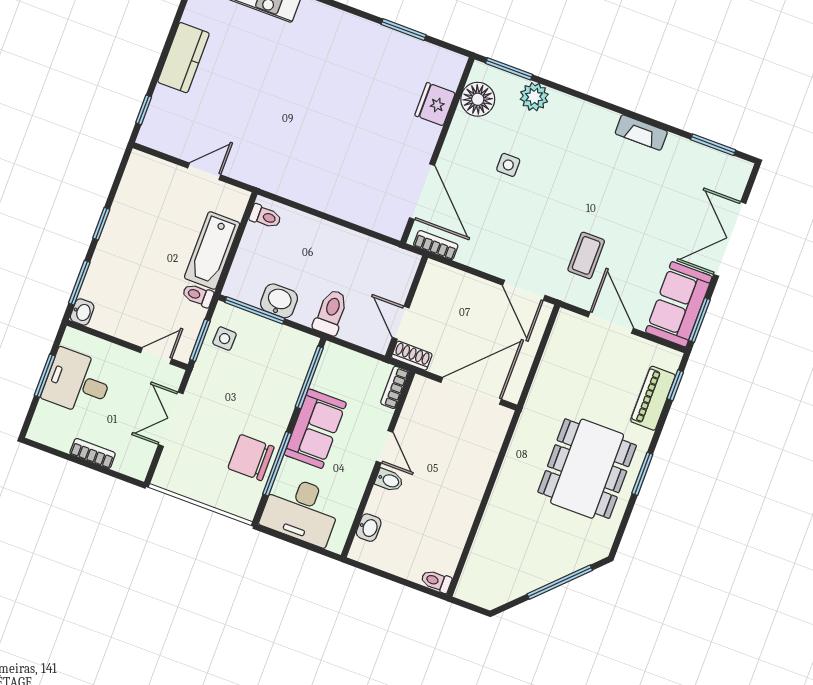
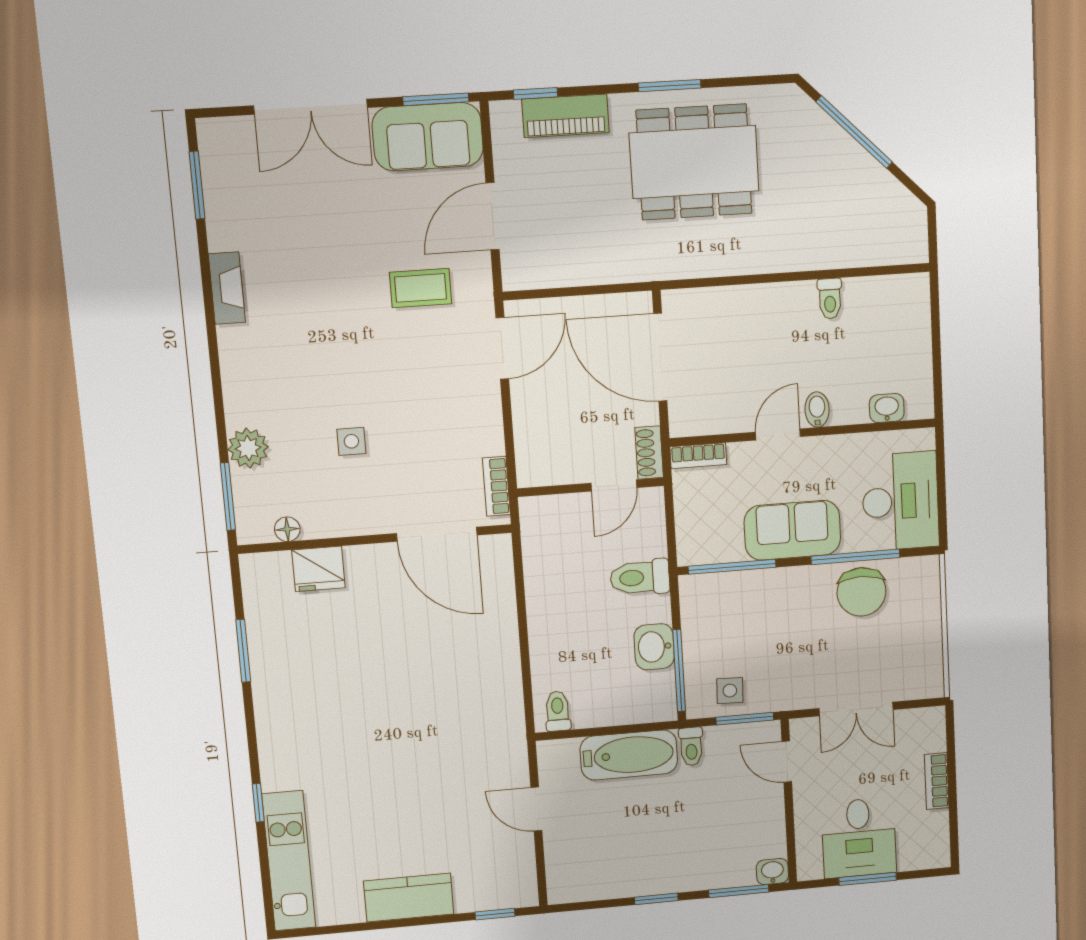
floor lamp: (478, 99) -> (287, 529), width x0.53, depth x0.53
door: (422, 192) -> (437, 534), swing flipped
toilet: (436, 581) -> (830, 299), moved

